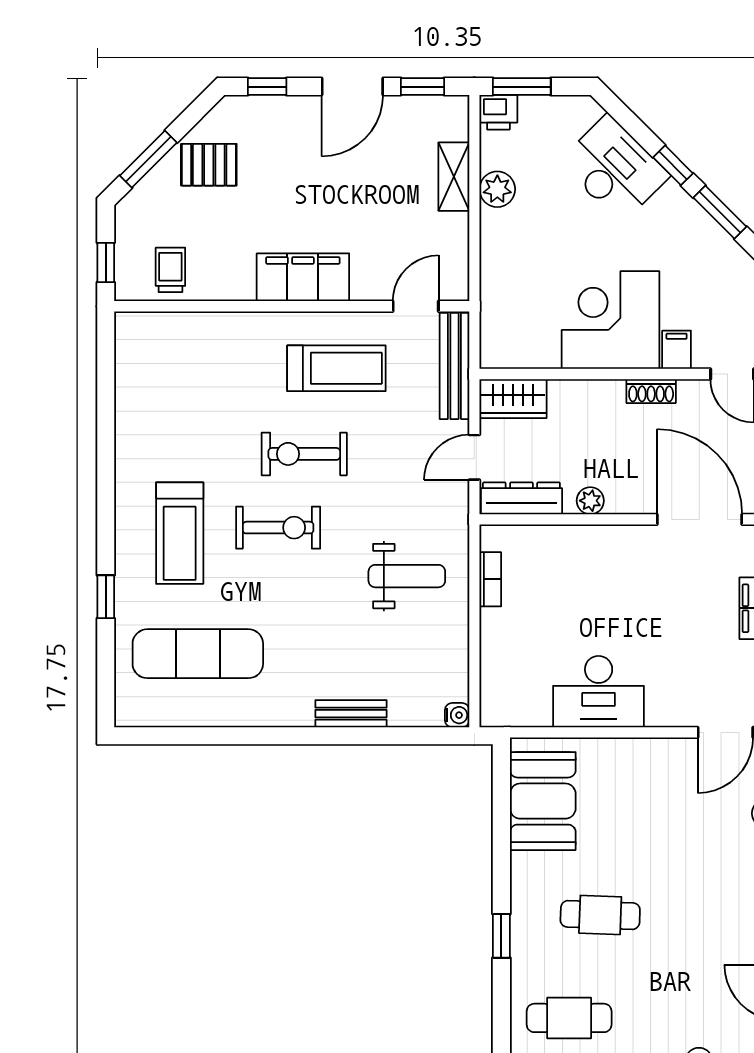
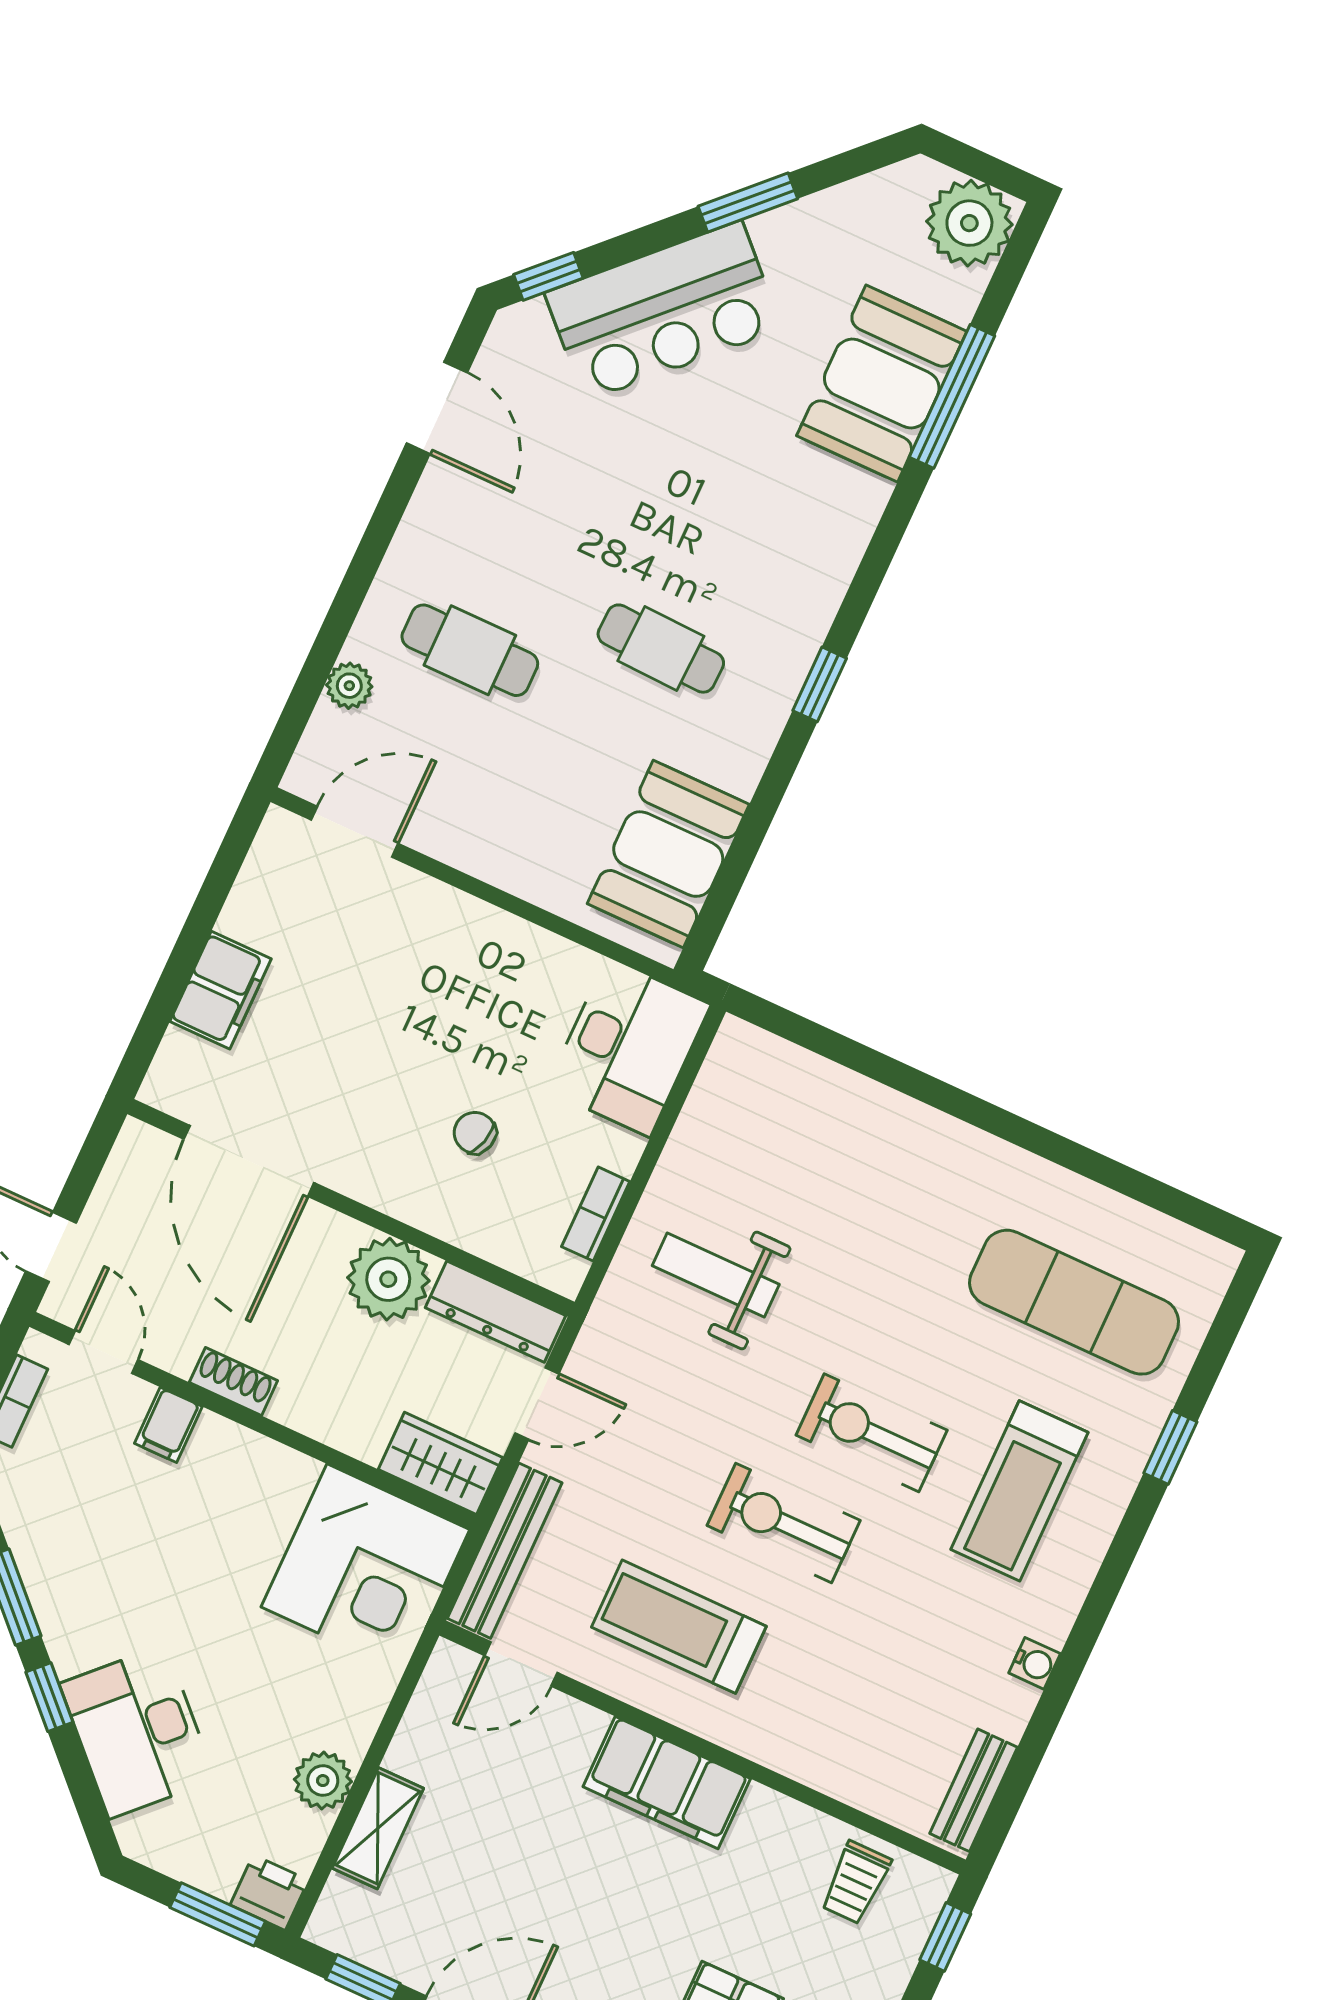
corner desk: (611, 320) -> (365, 1568), moved
exercise bike: (304, 454) -> (784, 1523), turned 180
plant: (590, 501) -> (388, 1279), width x1.87, depth x1.87
treadmill: (180, 533) -> (1019, 1491), turned 180
chair: (579, 594) -> (475, 1133), added
desk: (599, 692) -> (628, 1047), moved, turned 90
bench: (351, 714) -> (974, 1790), moved, turned 90
water cooler: (457, 715) -> (1035, 1663), moved, turned 180
cafe table: (569, 1018) -> (470, 650), moved

